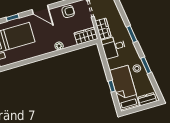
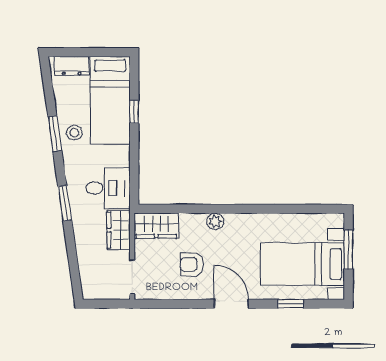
armchair: (68, 12) -> (192, 264), moved

